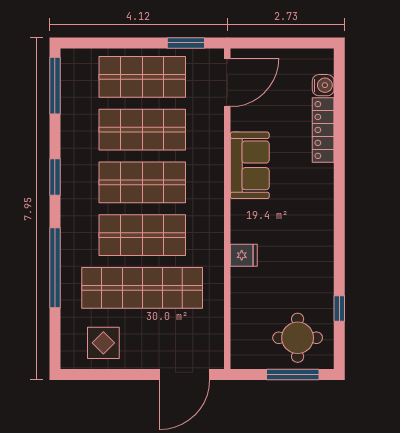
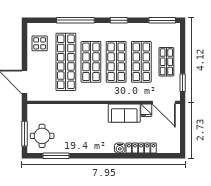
shop shelf: (142, 77) -> (166, 62), width x0.70, depth x0.74
water cooler: (323, 85) -> (120, 148), moved
fridge: (244, 255) -> (146, 110), moved
window: (339, 308) -> (56, 156), width x2.17

